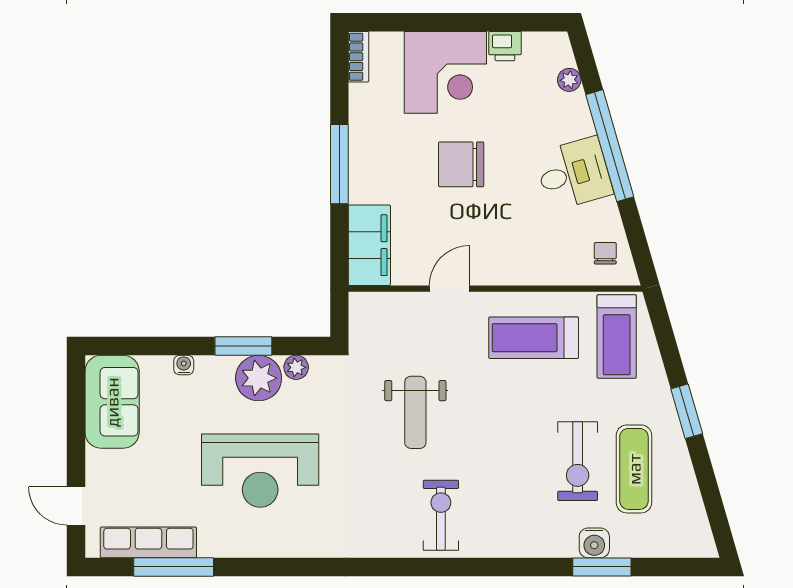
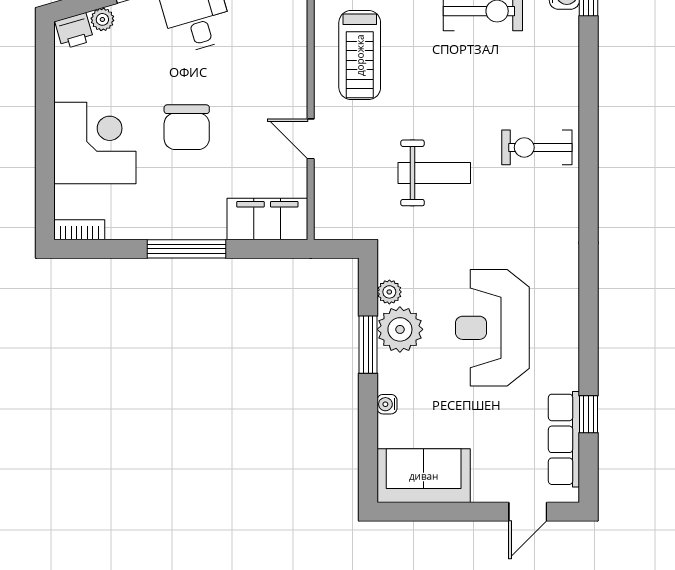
printer: (505, 46) -> (74, 31), moved, turned 74
reception desk: (260, 471) -> (492, 328), turned 180
window: (174, 567) -> (589, 414), width x0.46

